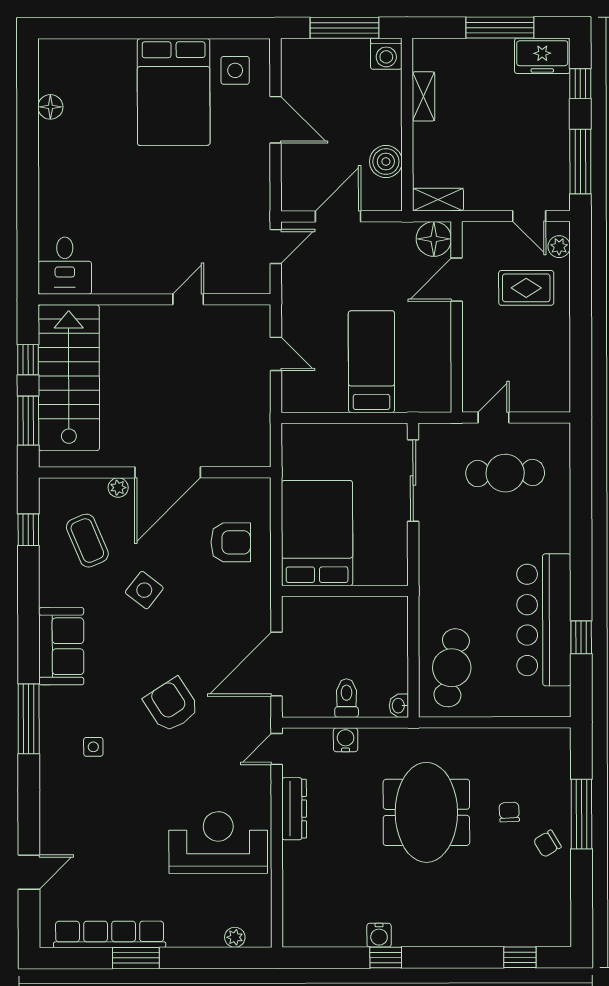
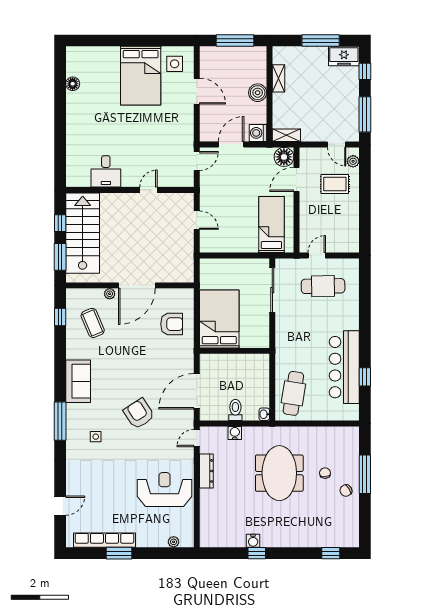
washing machine: (386, 54) -> (258, 133), moved, turned 90
boiler: (386, 162) -> (258, 93), moved
desk: (65, 266) -> (106, 171), moved
bed: (371, 362) -> (271, 225), moved
side table: (144, 590) -> (124, 350), removed

